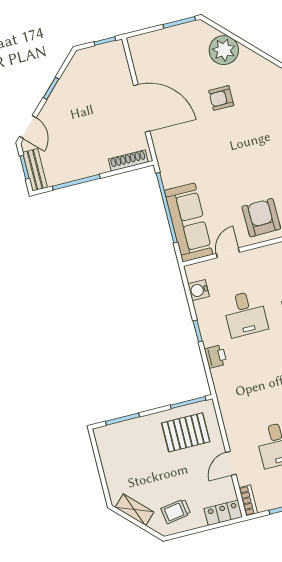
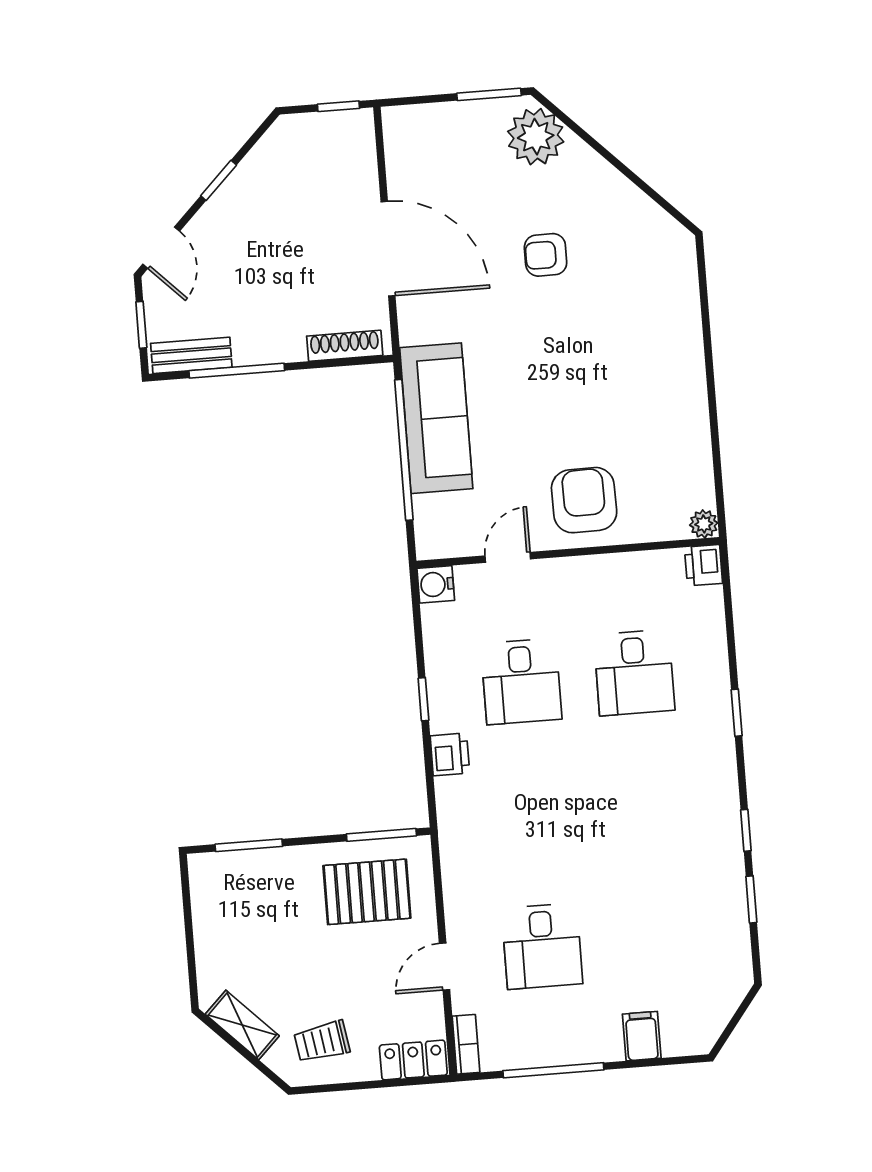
plant: (224, 50) -> (536, 137), moved
bench: (35, 170) -> (191, 355), moved, turned 90
sofa: (189, 222) -> (436, 418), moved
water cooler: (199, 290) -> (436, 584), moved

